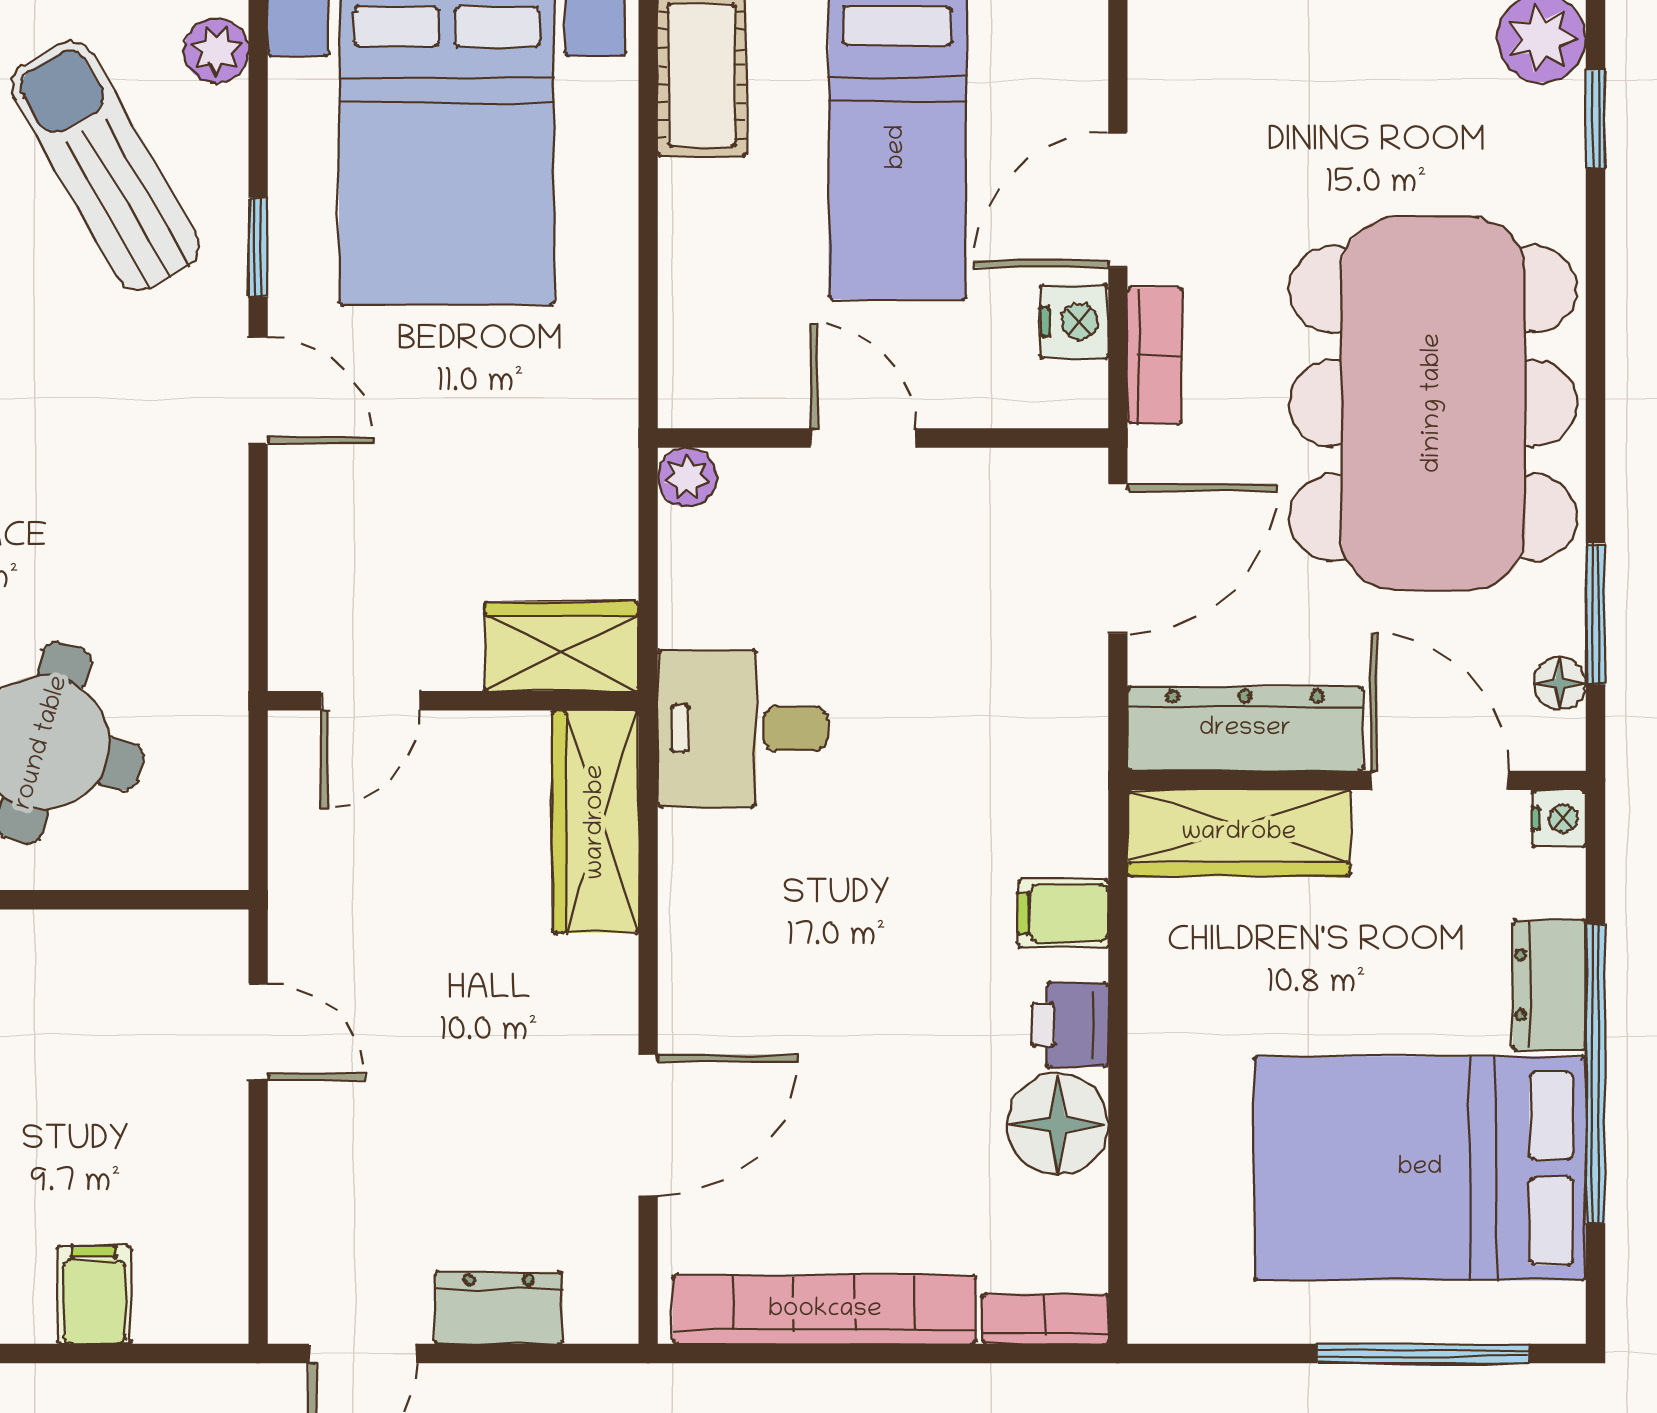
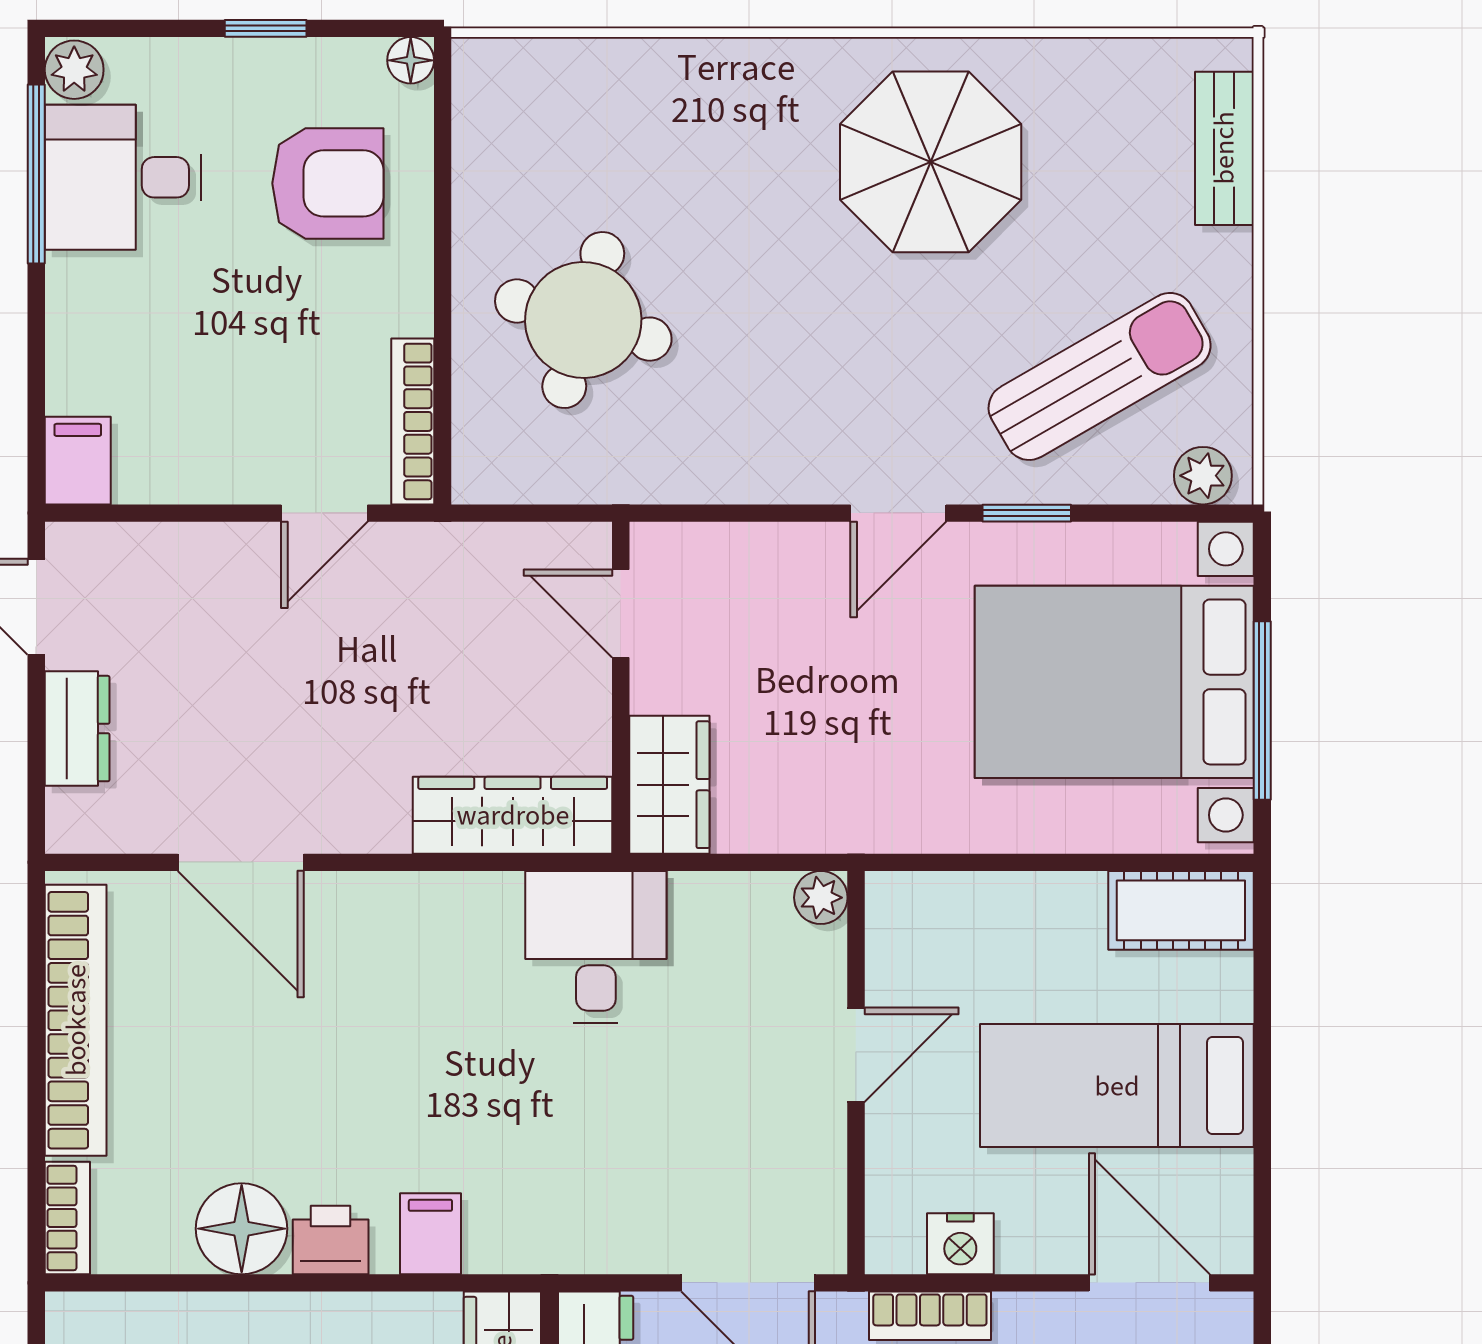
door: (1118, 200) -> (1149, 1283), moved
bookcase: (156, 933) -> (413, 421), added
filing cabinet: (94, 1295) -> (78, 461), moved, turned -90

